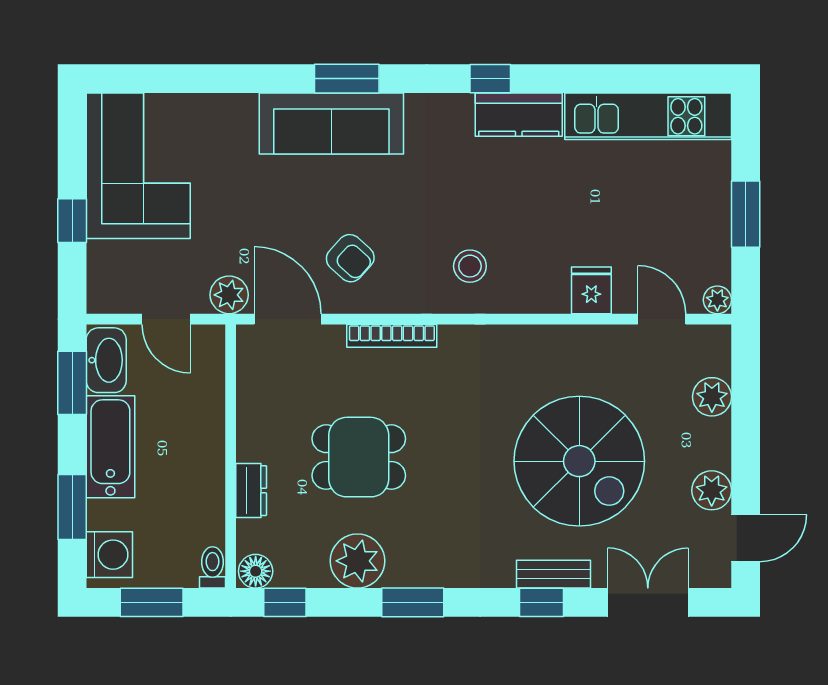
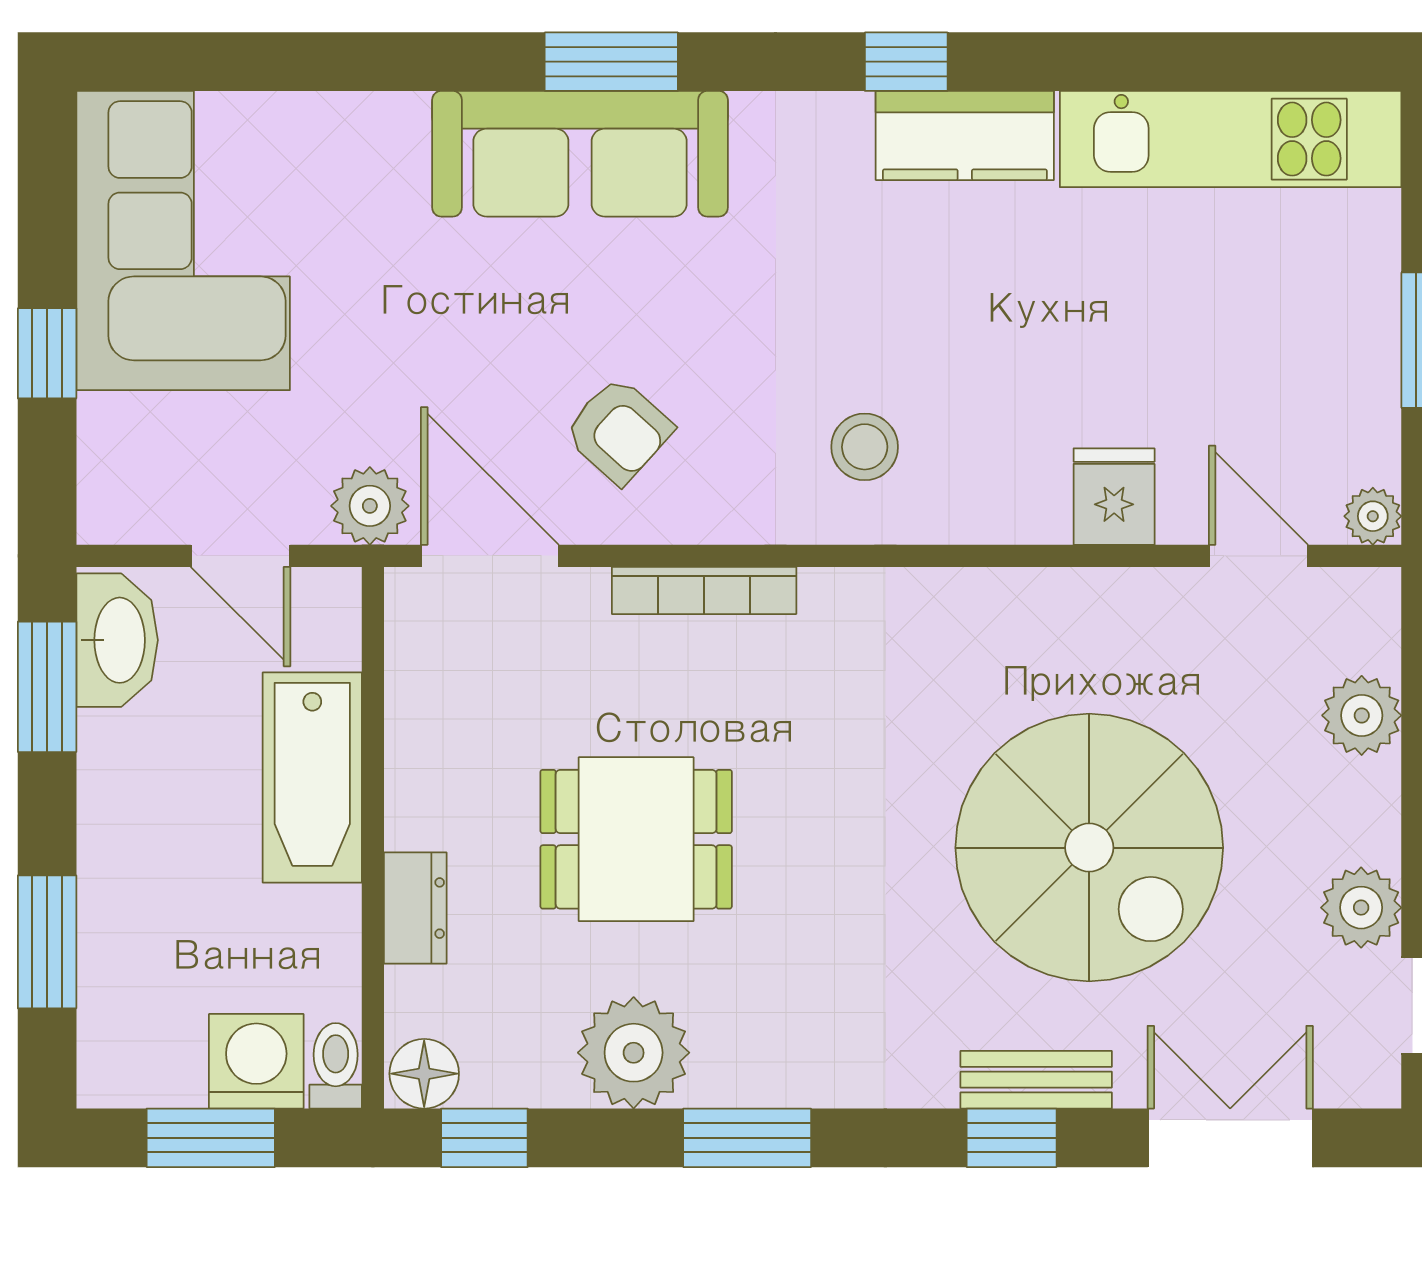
bathtub: (110, 447) -> (312, 777), moved, turned 180
washing machine: (109, 555) -> (256, 1061), moved, turned -90

